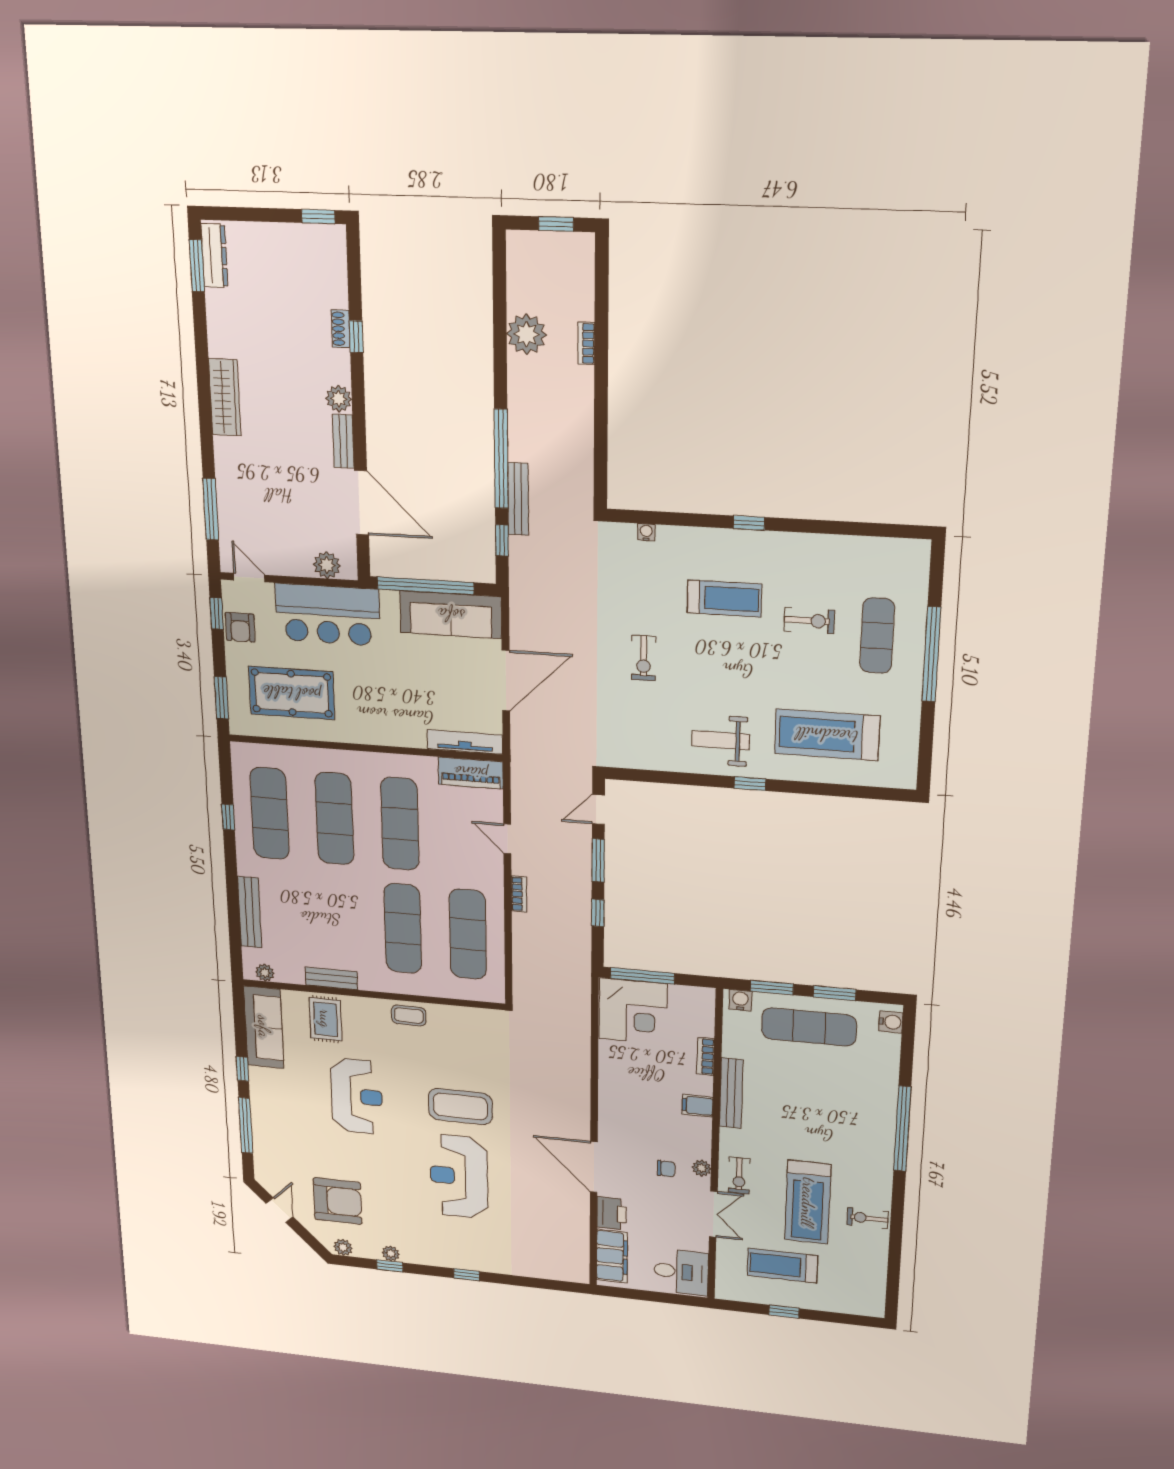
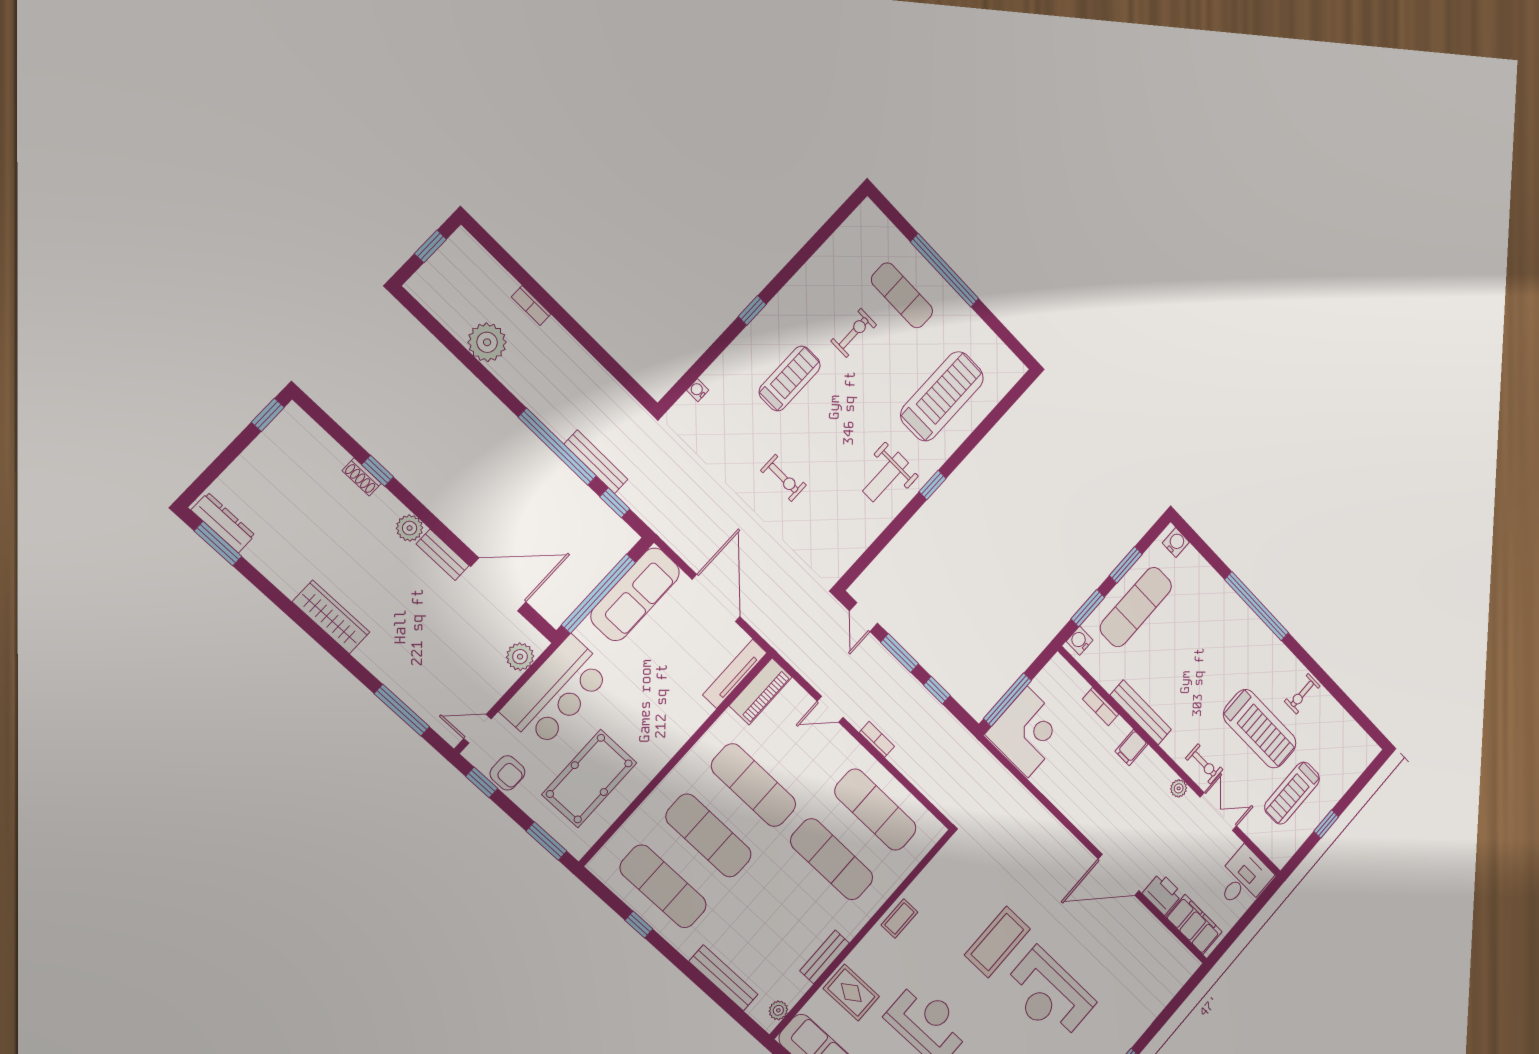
treadmill: (827, 735) -> (942, 396), turned 180
chair: (666, 1169) -> (1160, 817), removed

